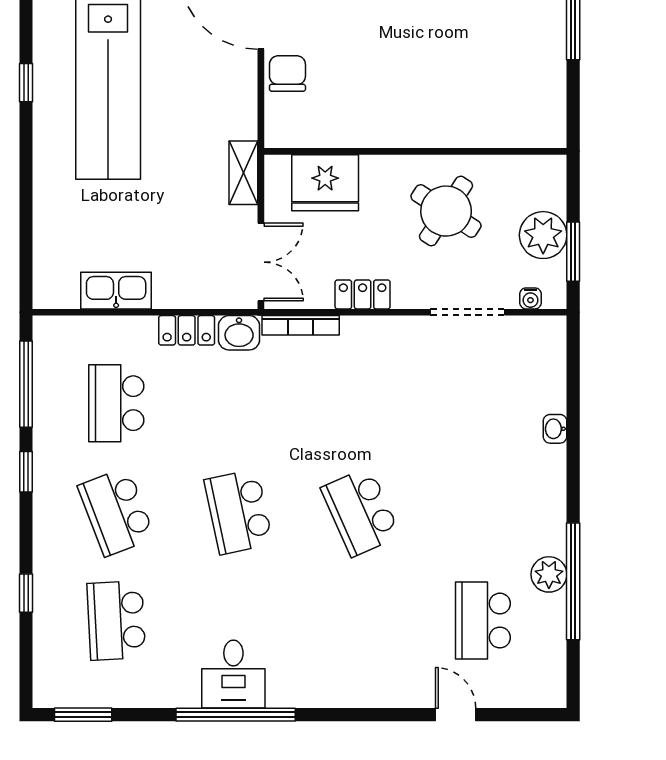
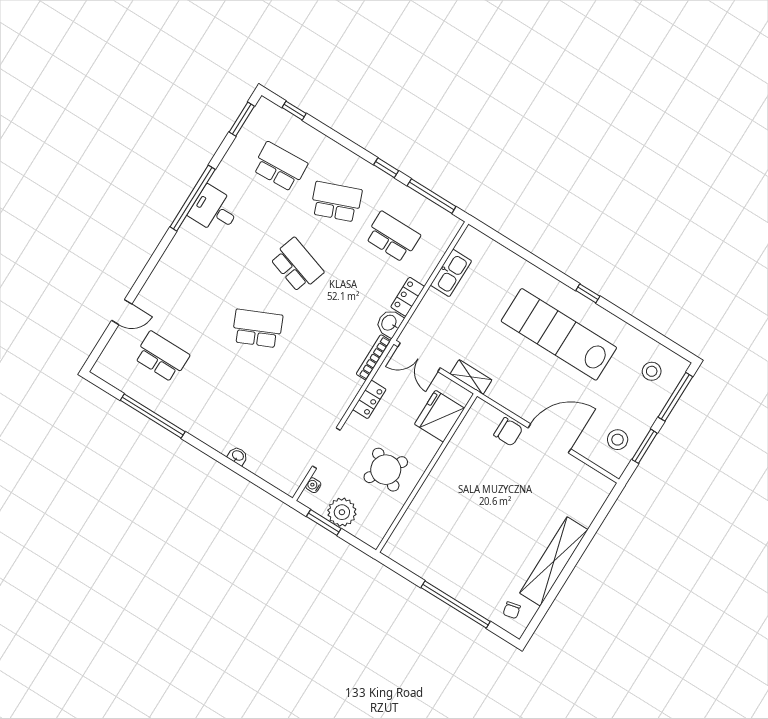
school desk: (238, 512) -> (297, 265), turned 30
plant: (549, 574) -> (164, 406), removed
window: (26, 593) -> (294, 111), moved

